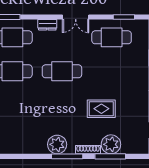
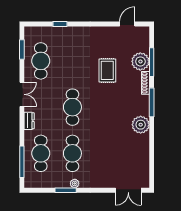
plant: (57, 144) -> (141, 125), moved

